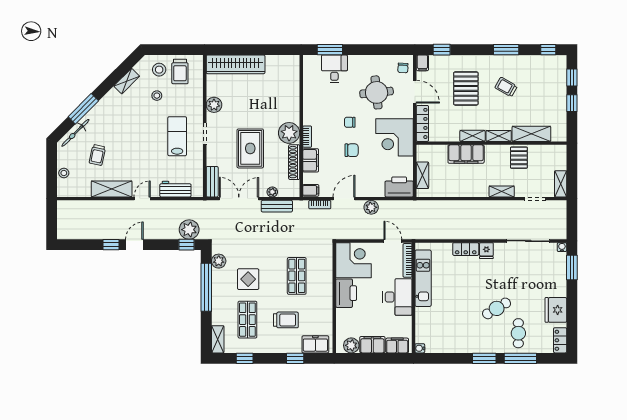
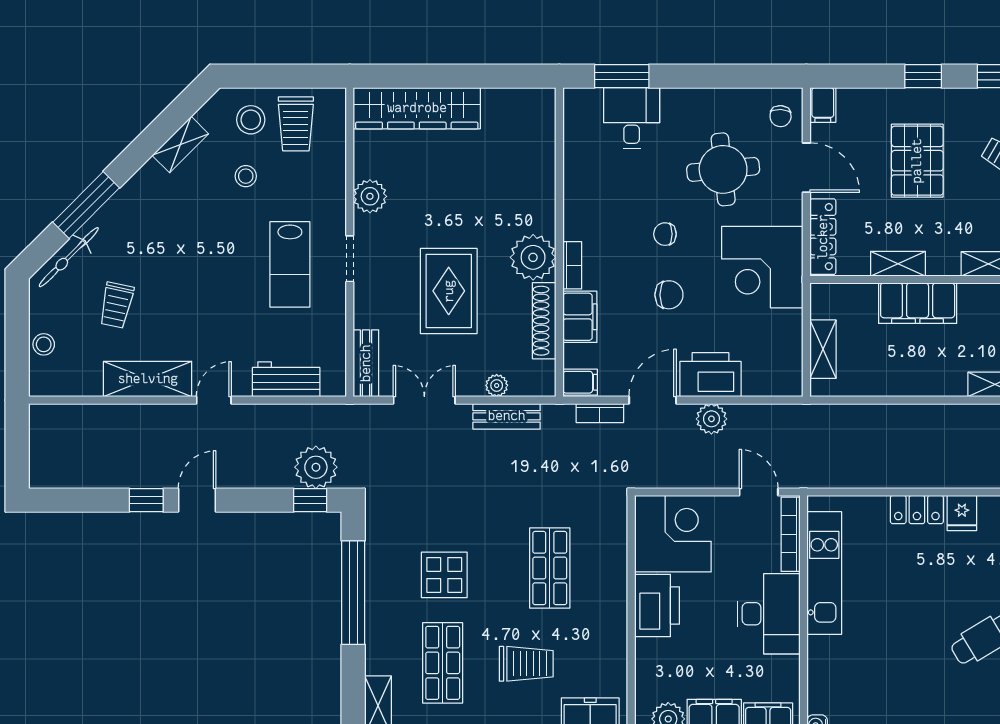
window: (442, 50) -> (923, 76), moved
lab bench: (177, 136) -> (290, 264), turned 180
shelving: (472, 136) -> (898, 264), moved
printer: (399, 187) -> (710, 375), moved
double door: (239, 199) -> (424, 400), width x0.73
plant: (219, 261) -> (380, 536), removed

